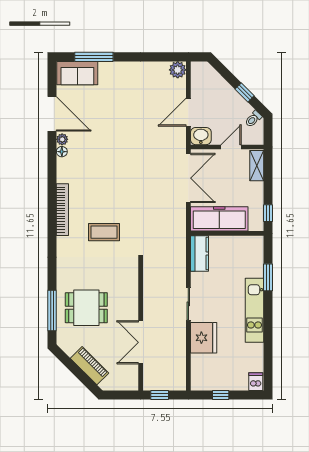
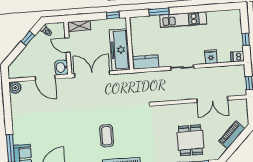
coffee table: (104, 232) -> (107, 136), moved
fridge: (204, 338) -> (211, 57), width x0.53, depth x0.75
dishwasher: (256, 382) -> (237, 57), moved

